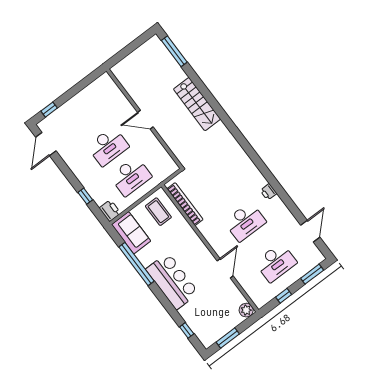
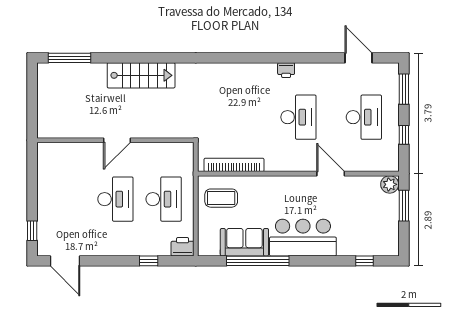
sofa: (131, 233) -> (244, 242), moved
window: (228, 338) -> (404, 206), moved

